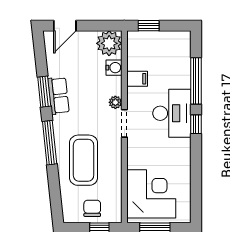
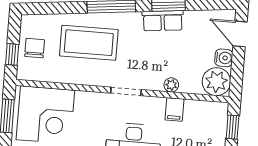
water cooler: (114, 68) -> (224, 58), moved, turned -90
plant: (115, 102) -> (171, 85), moved
chair: (92, 208) -> (35, 48), turned -90

